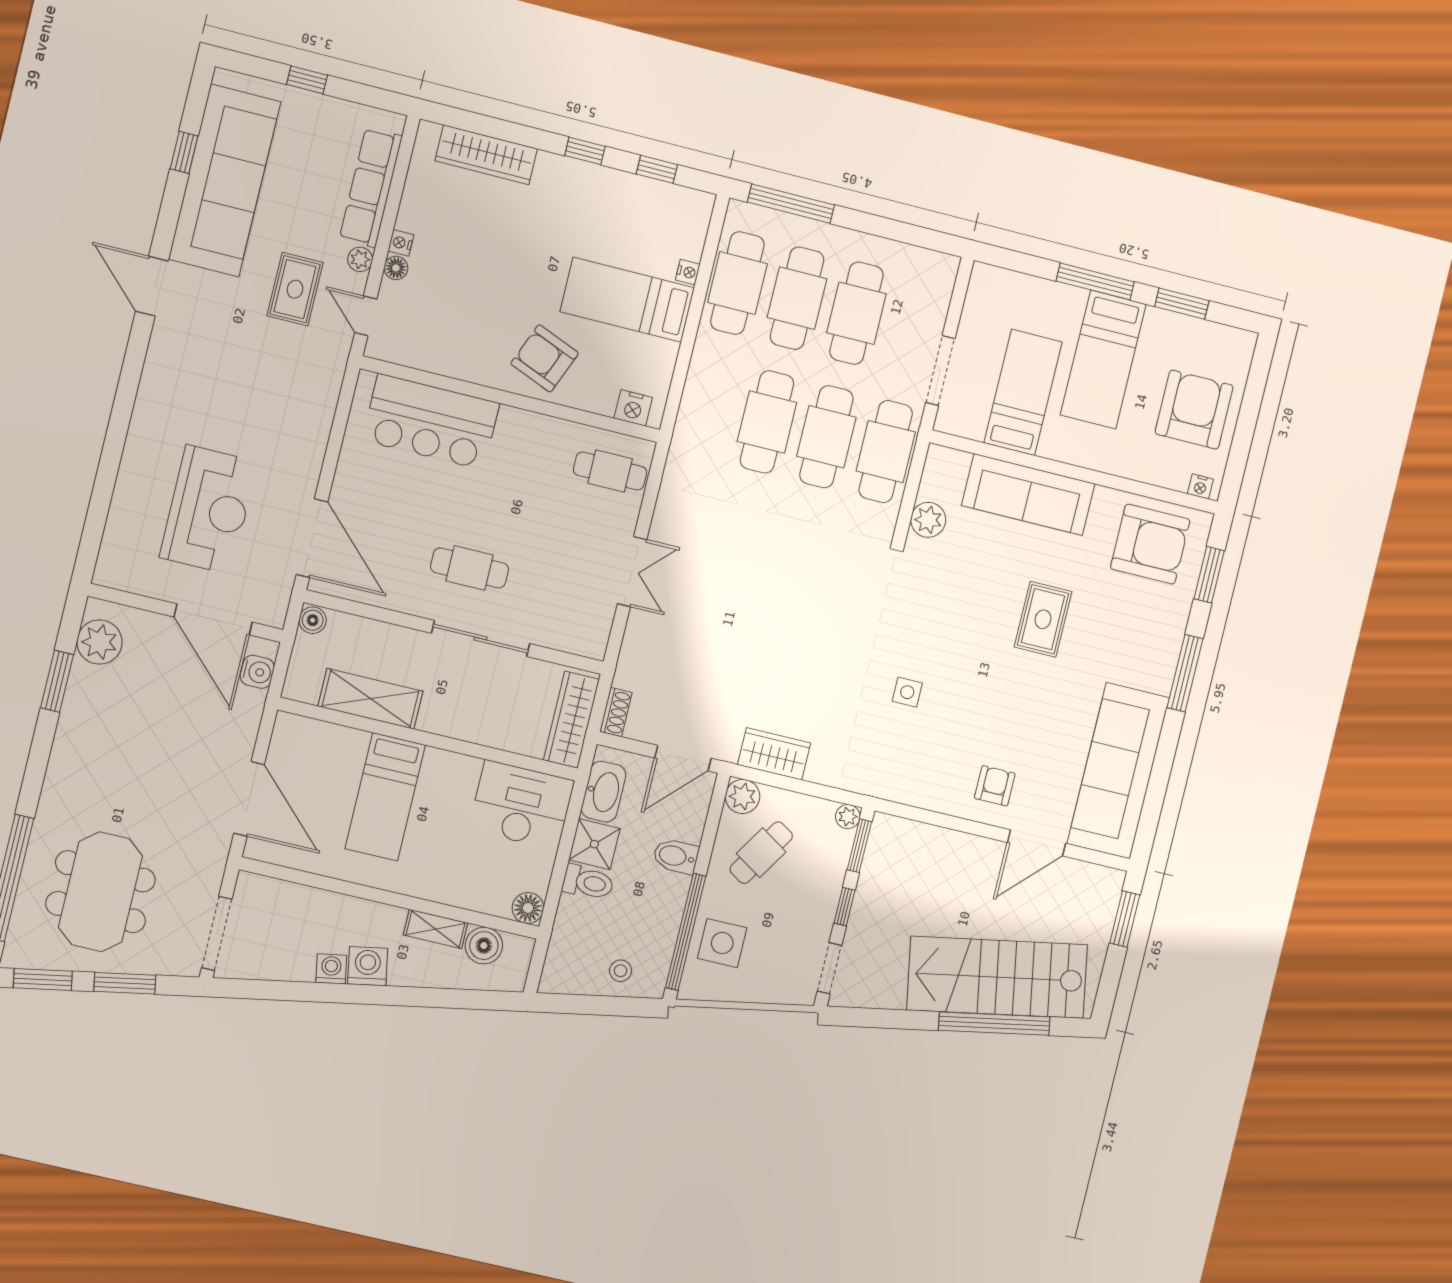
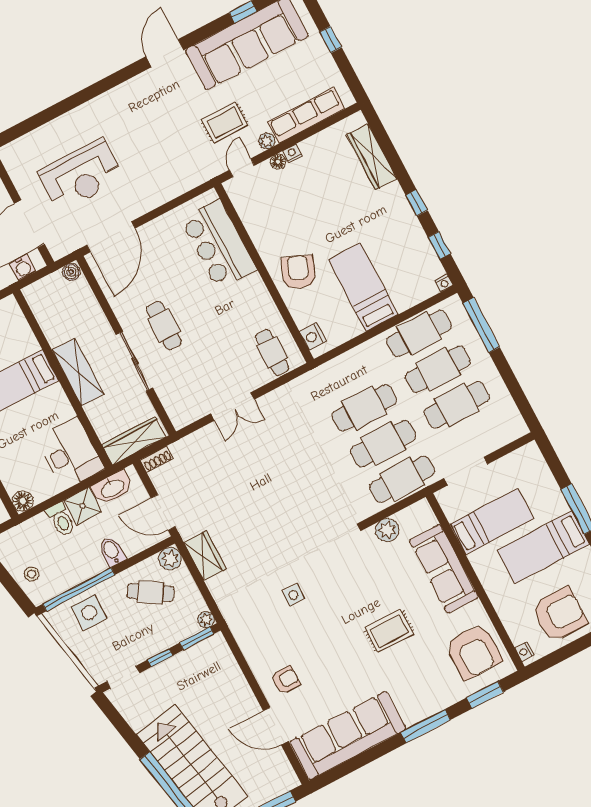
nightstand: (688, 272) -> (444, 283), moved
shelving: (370, 699) -> (78, 372), moved

